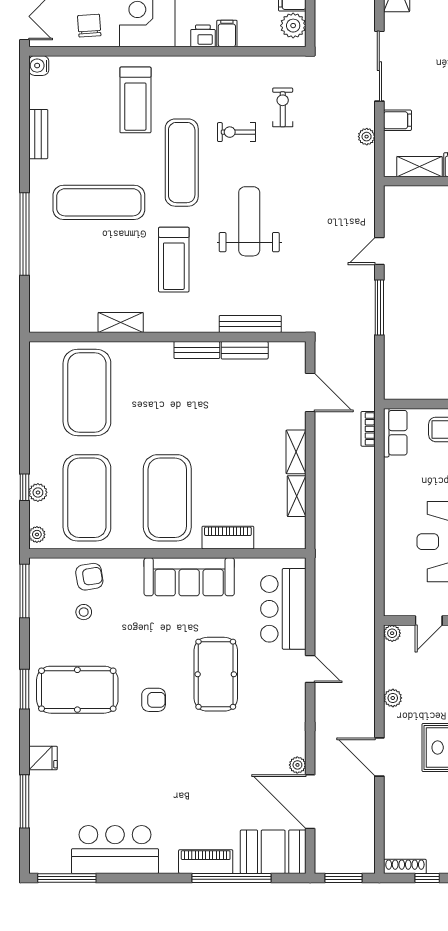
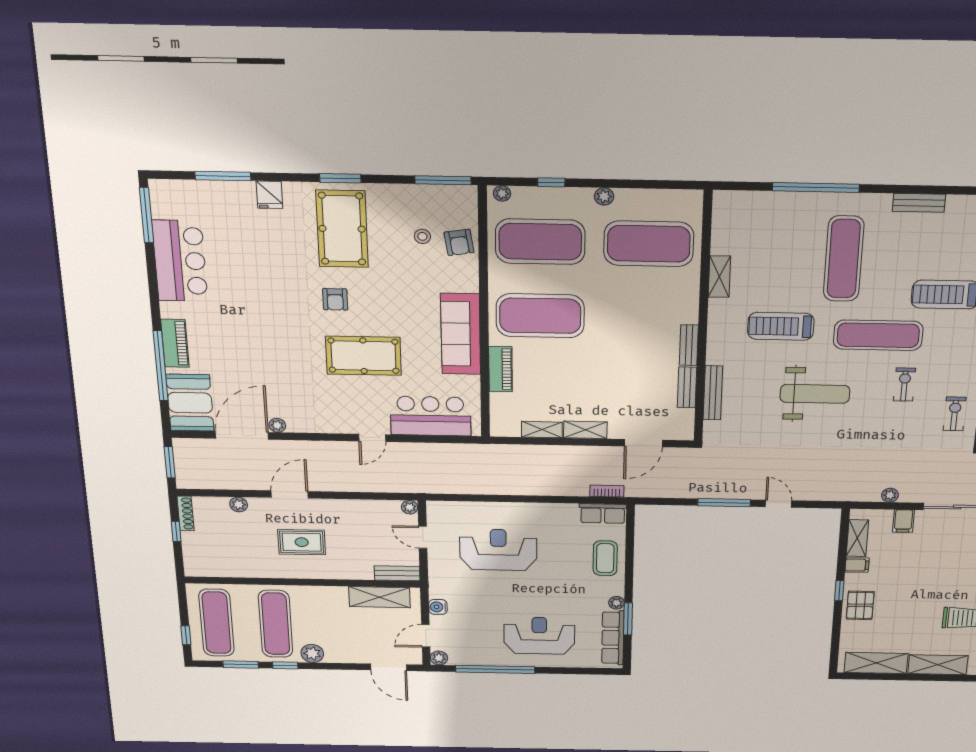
exercise bike: (283, 107) -> (955, 414), moved, turned -90
plant: (38, 492) -> (604, 196), moved
plant: (393, 698) -> (239, 504), moved

